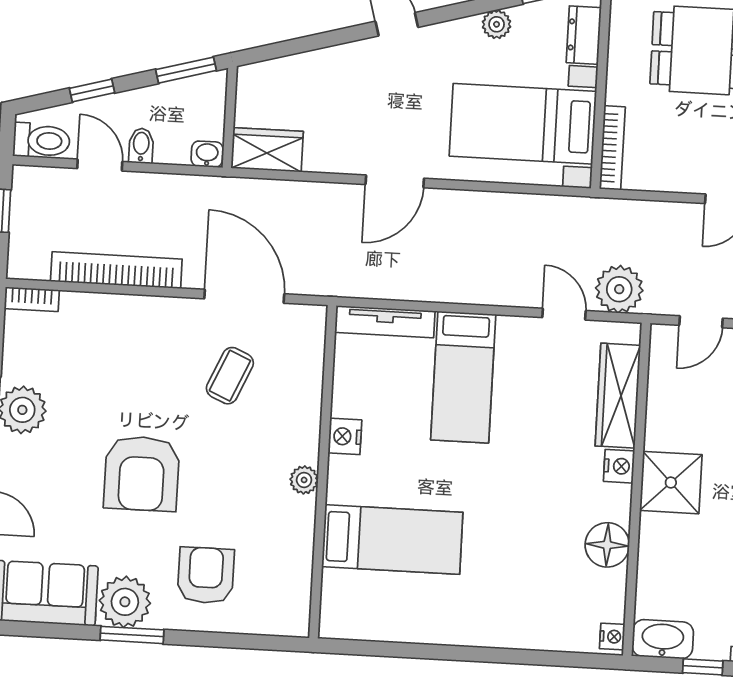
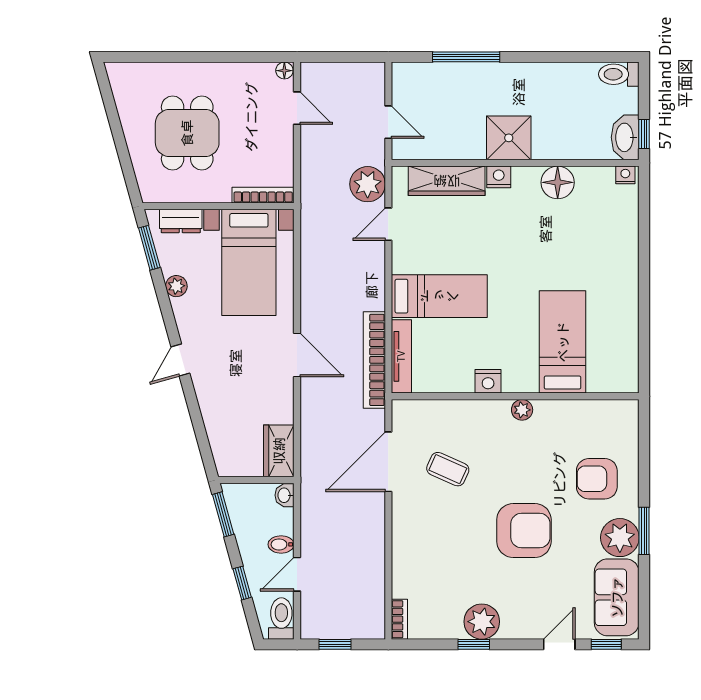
bookcase: (116, 270) -> (374, 360), moved
window: (703, 667) -> (644, 134), moved

